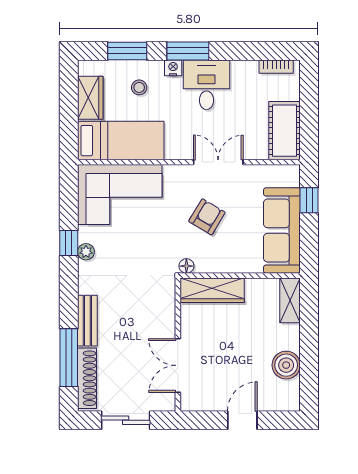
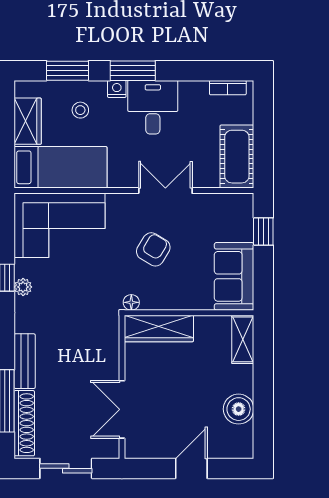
sofa: (282, 231) -> (234, 276), width x0.73

